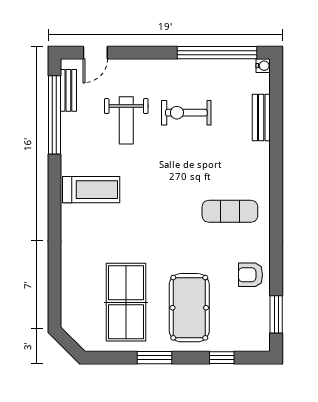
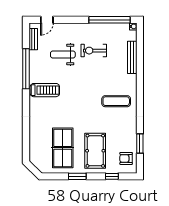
window: (54, 115) -> (26, 69), moved
bench: (261, 117) -> (132, 57), width x1.36
weight bench: (126, 120) -> (63, 54), turned 90
armchair: (251, 275) -> (126, 158), moved
window: (276, 314) -> (140, 144), moved

